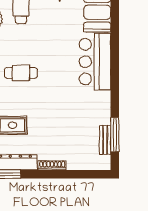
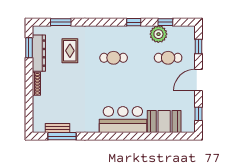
cafe table: (21, 73) -> (114, 58), turned 90

